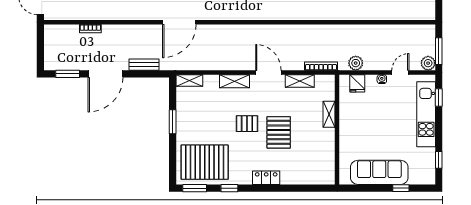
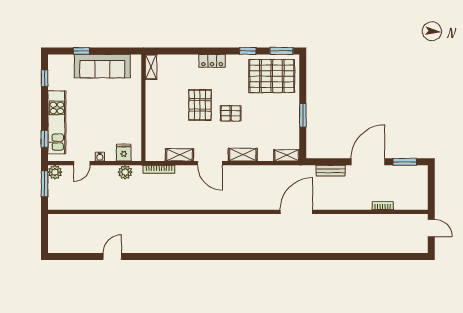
shelving: (329, 114) -> (151, 67), moved

